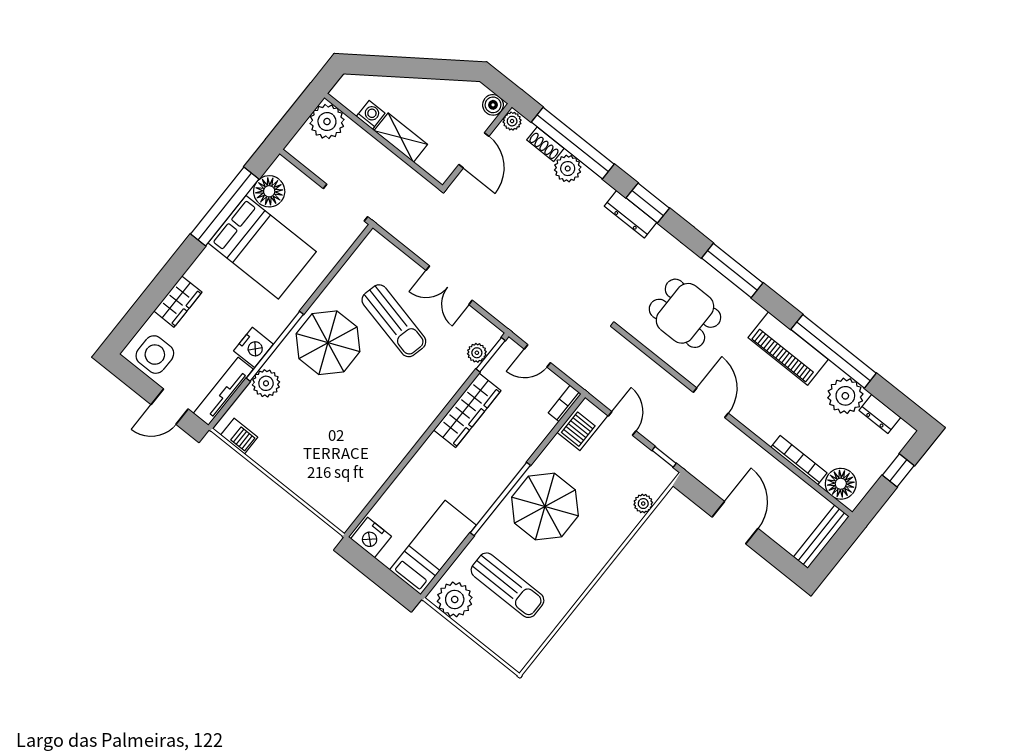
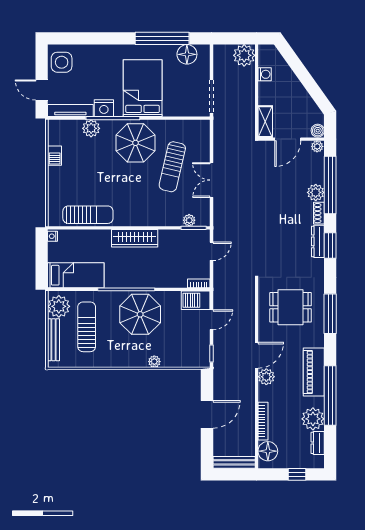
shelving: (401, 138) -> (265, 122), moved
shoe rack: (545, 144) -> (319, 213), moved
bed: (262, 247) -> (143, 88), moved, turned 180
wardrobe: (178, 302) -> (97, 53), removed
dining table: (685, 313) -> (291, 307), turned 90
door: (537, 356) -> (212, 251), swing flipped
wardrobe: (467, 410) -> (135, 238), moved
plant: (747, 412) -> (266, 377), added
barbecue: (239, 436) -> (55, 156), moved
sun lounger: (370, 473) -> (88, 215), added
plant: (643, 504) -> (154, 362), moved
nightstand: (371, 538) -> (53, 236), width x0.53, depth x0.56
sun lounger: (507, 585) -> (87, 327), turned 180
bench: (491, 639) -> (54, 340), added

